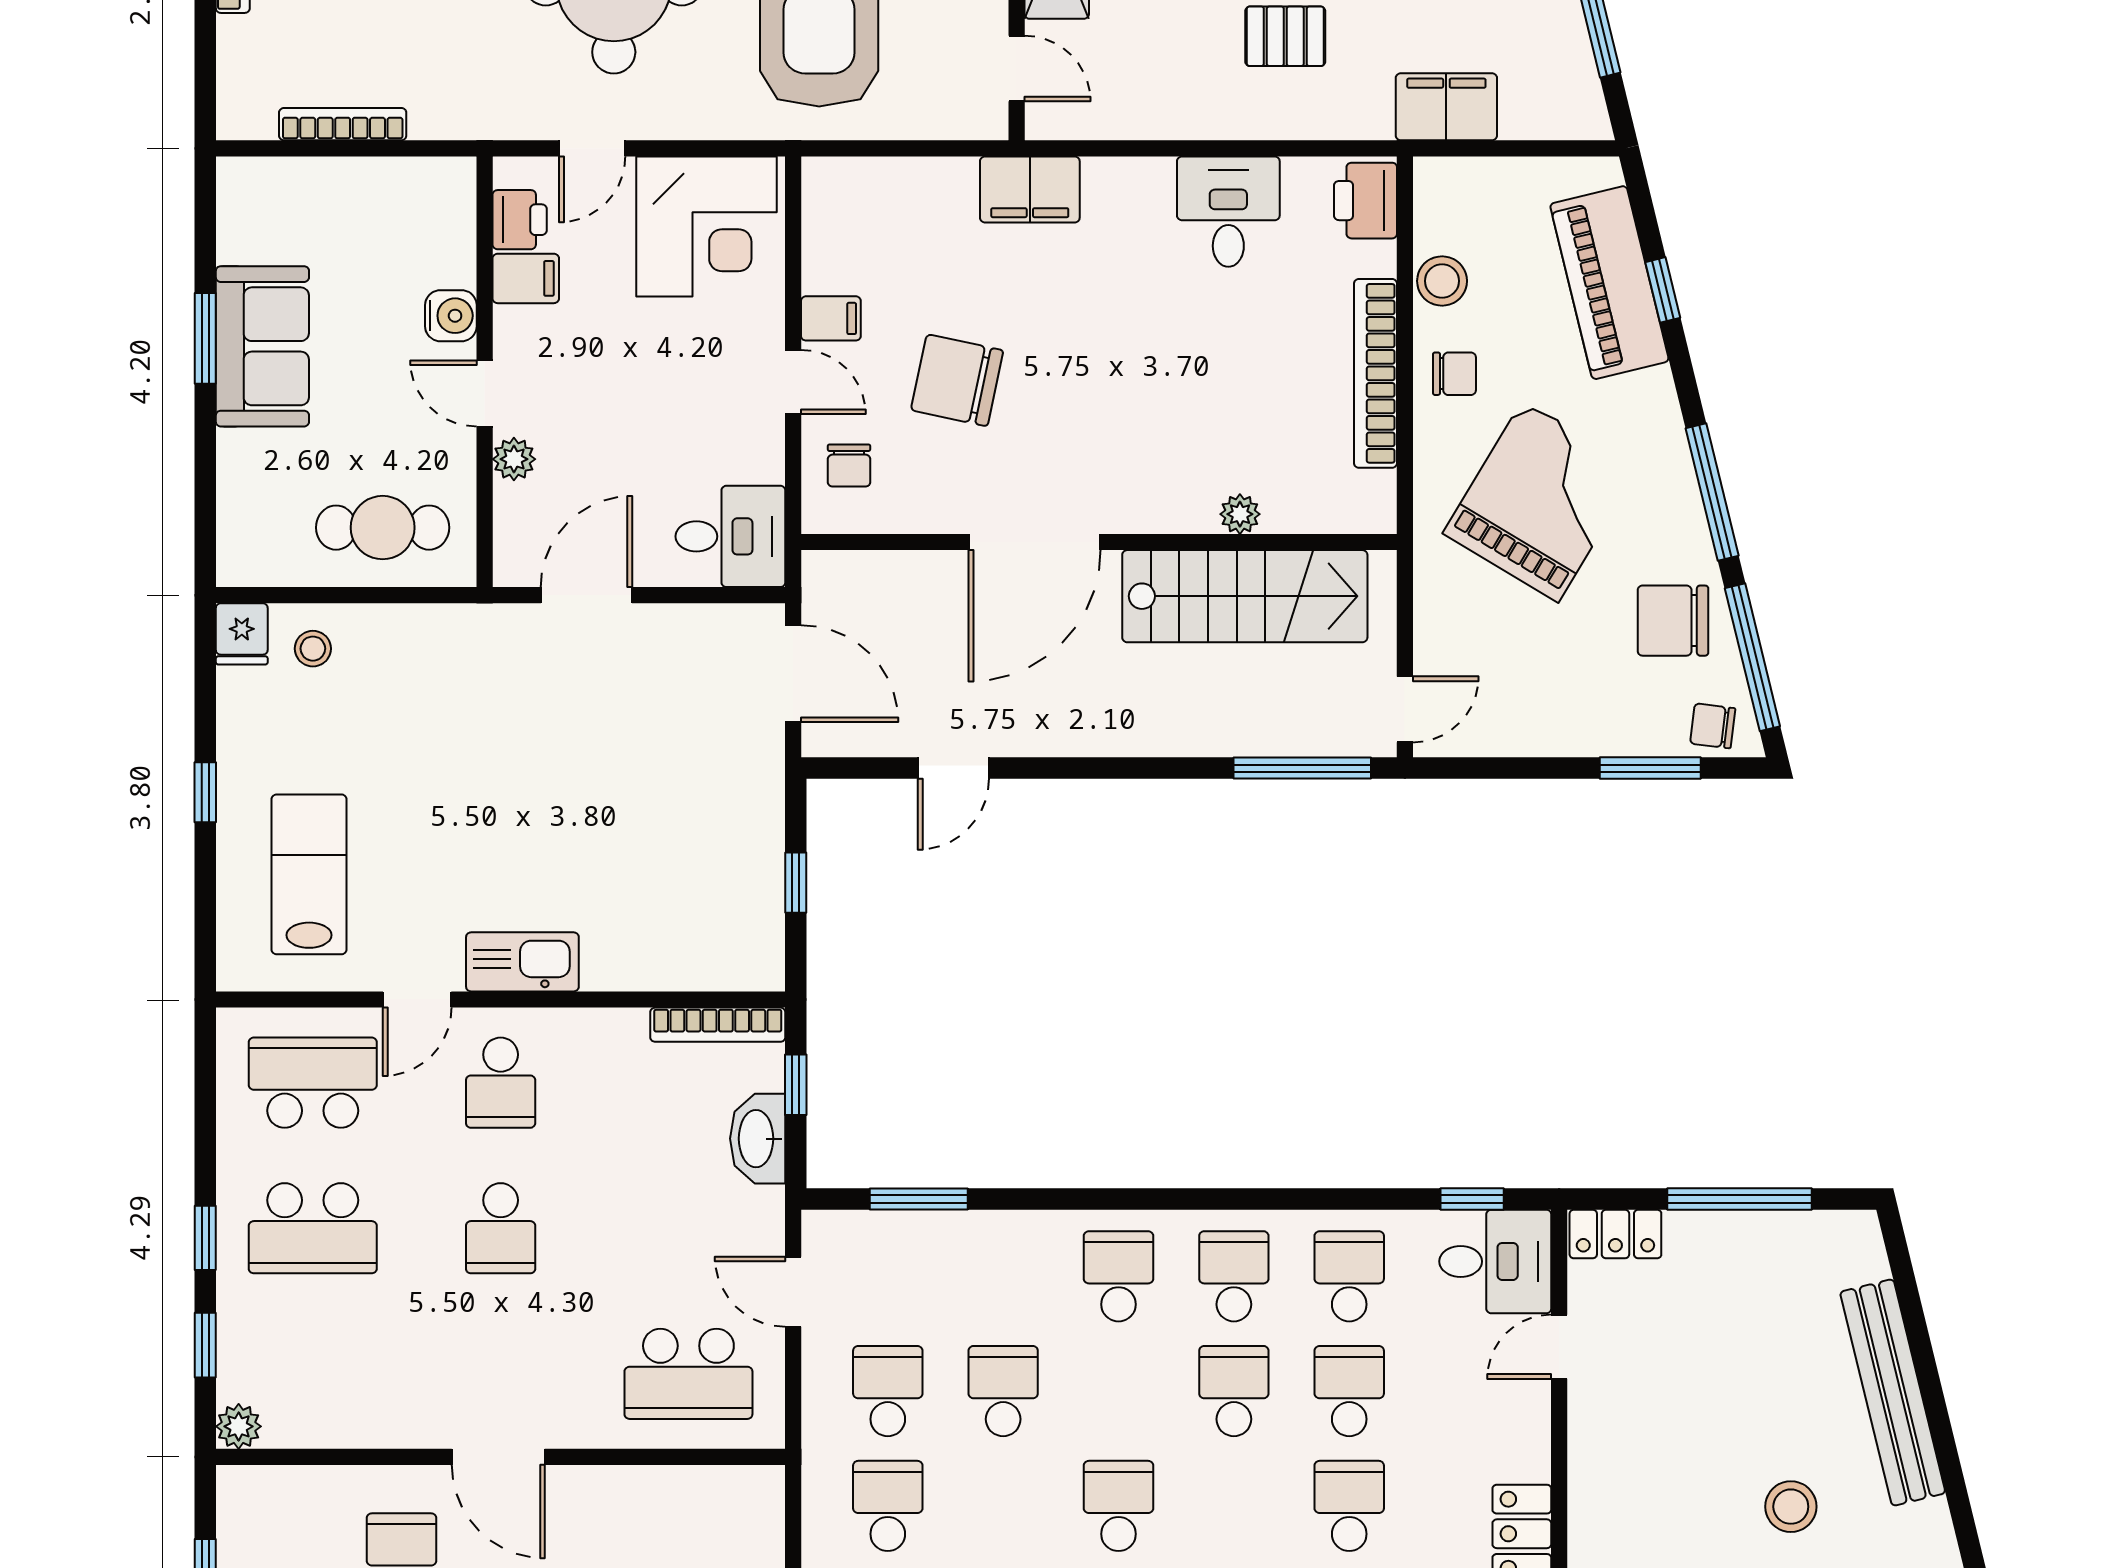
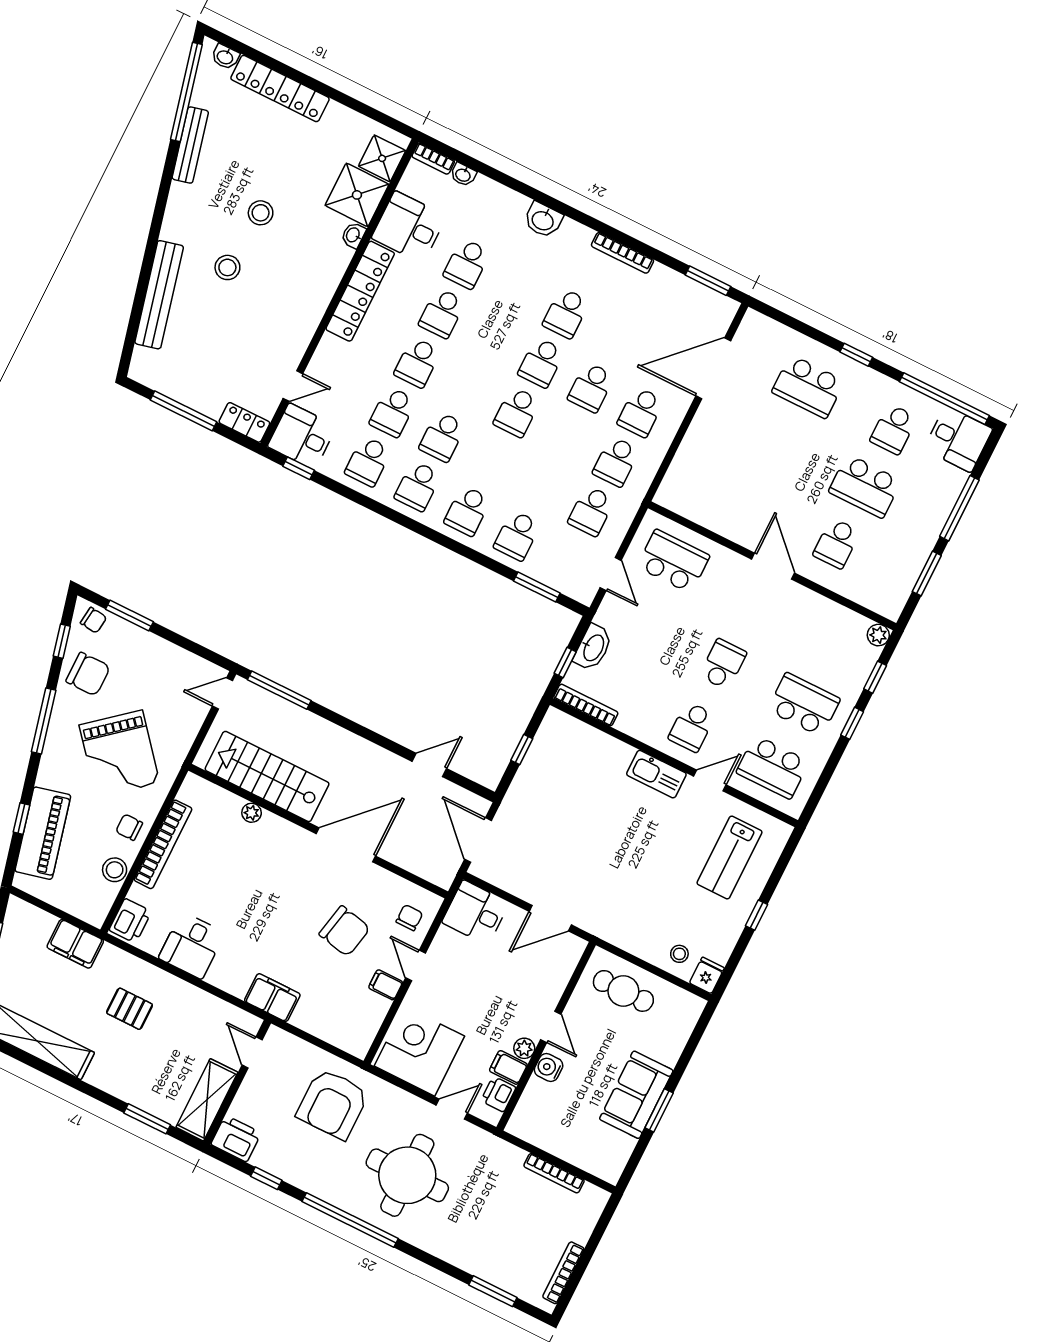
plant: (514, 459) -> (524, 1048), moved
grand piano: (1541, 501) -> (119, 754), turned -71
window: (1752, 657) -> (62, 641), width x0.46
school desk: (501, 1083) -> (692, 727), turned 180
school desk: (1003, 1391) -> (517, 536), moved

